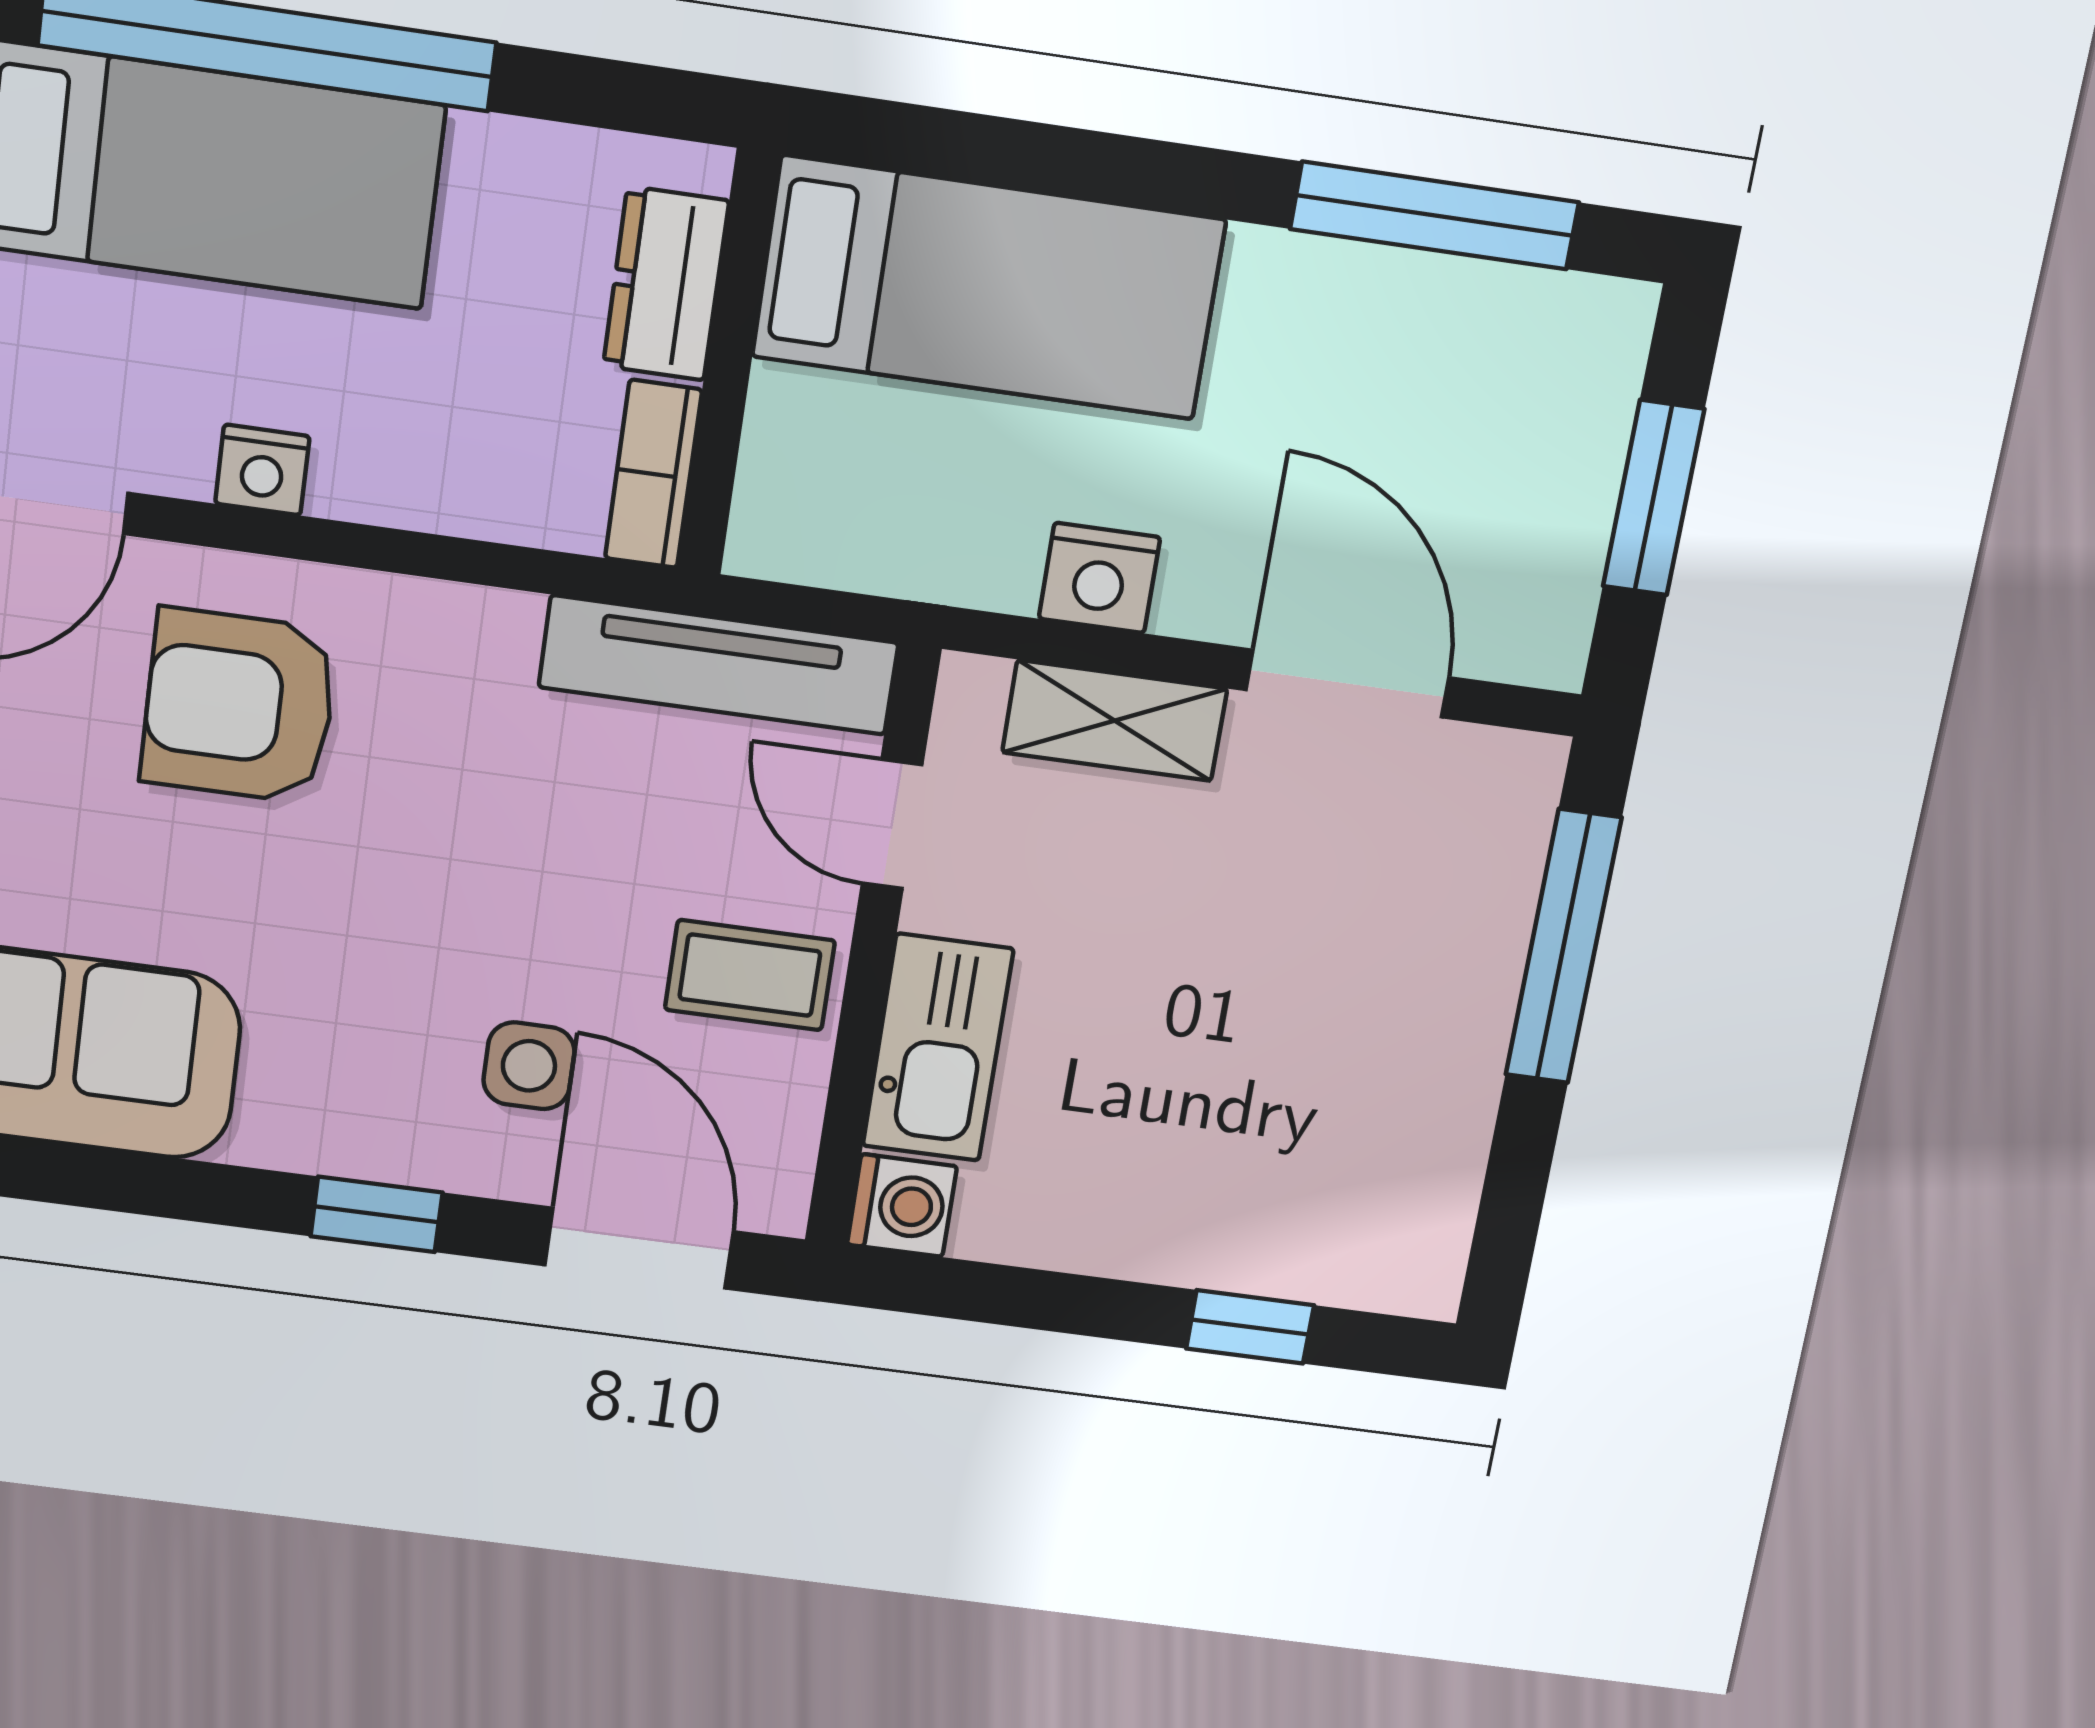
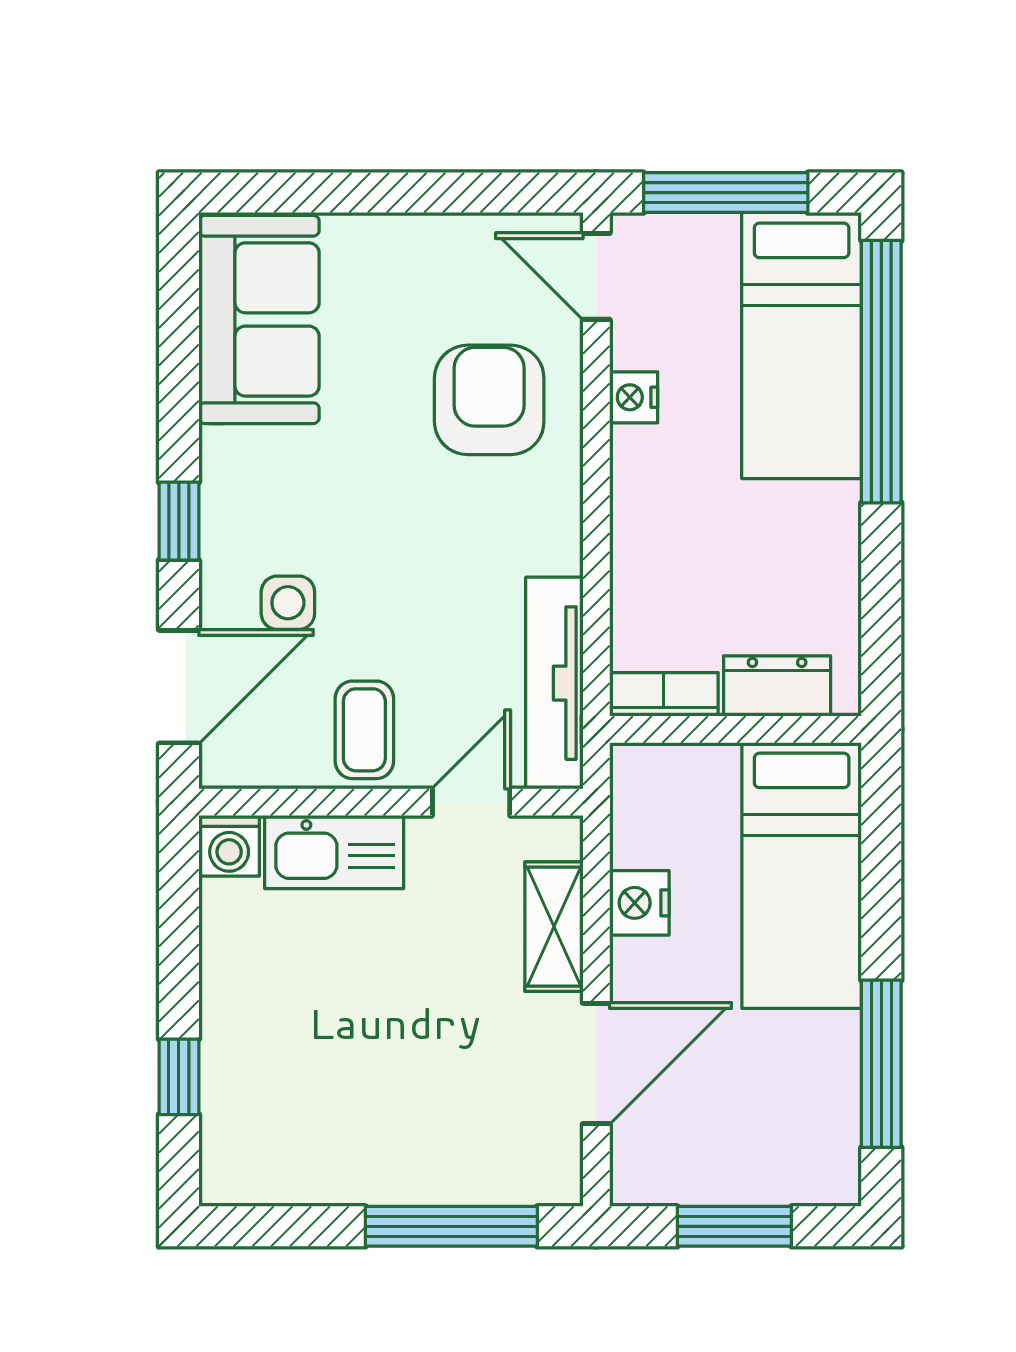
dresser: (666, 284) -> (777, 686), moved
bed: (989, 288) -> (802, 875), moved
wall: (728, 364) -> (735, 729), moved
bookcase: (653, 474) -> (664, 694), moved

